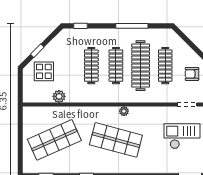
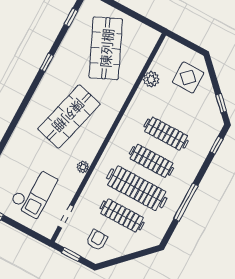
window: (37, 51) -> (221, 103), moved
plant: (124, 111) -> (83, 167), moved

